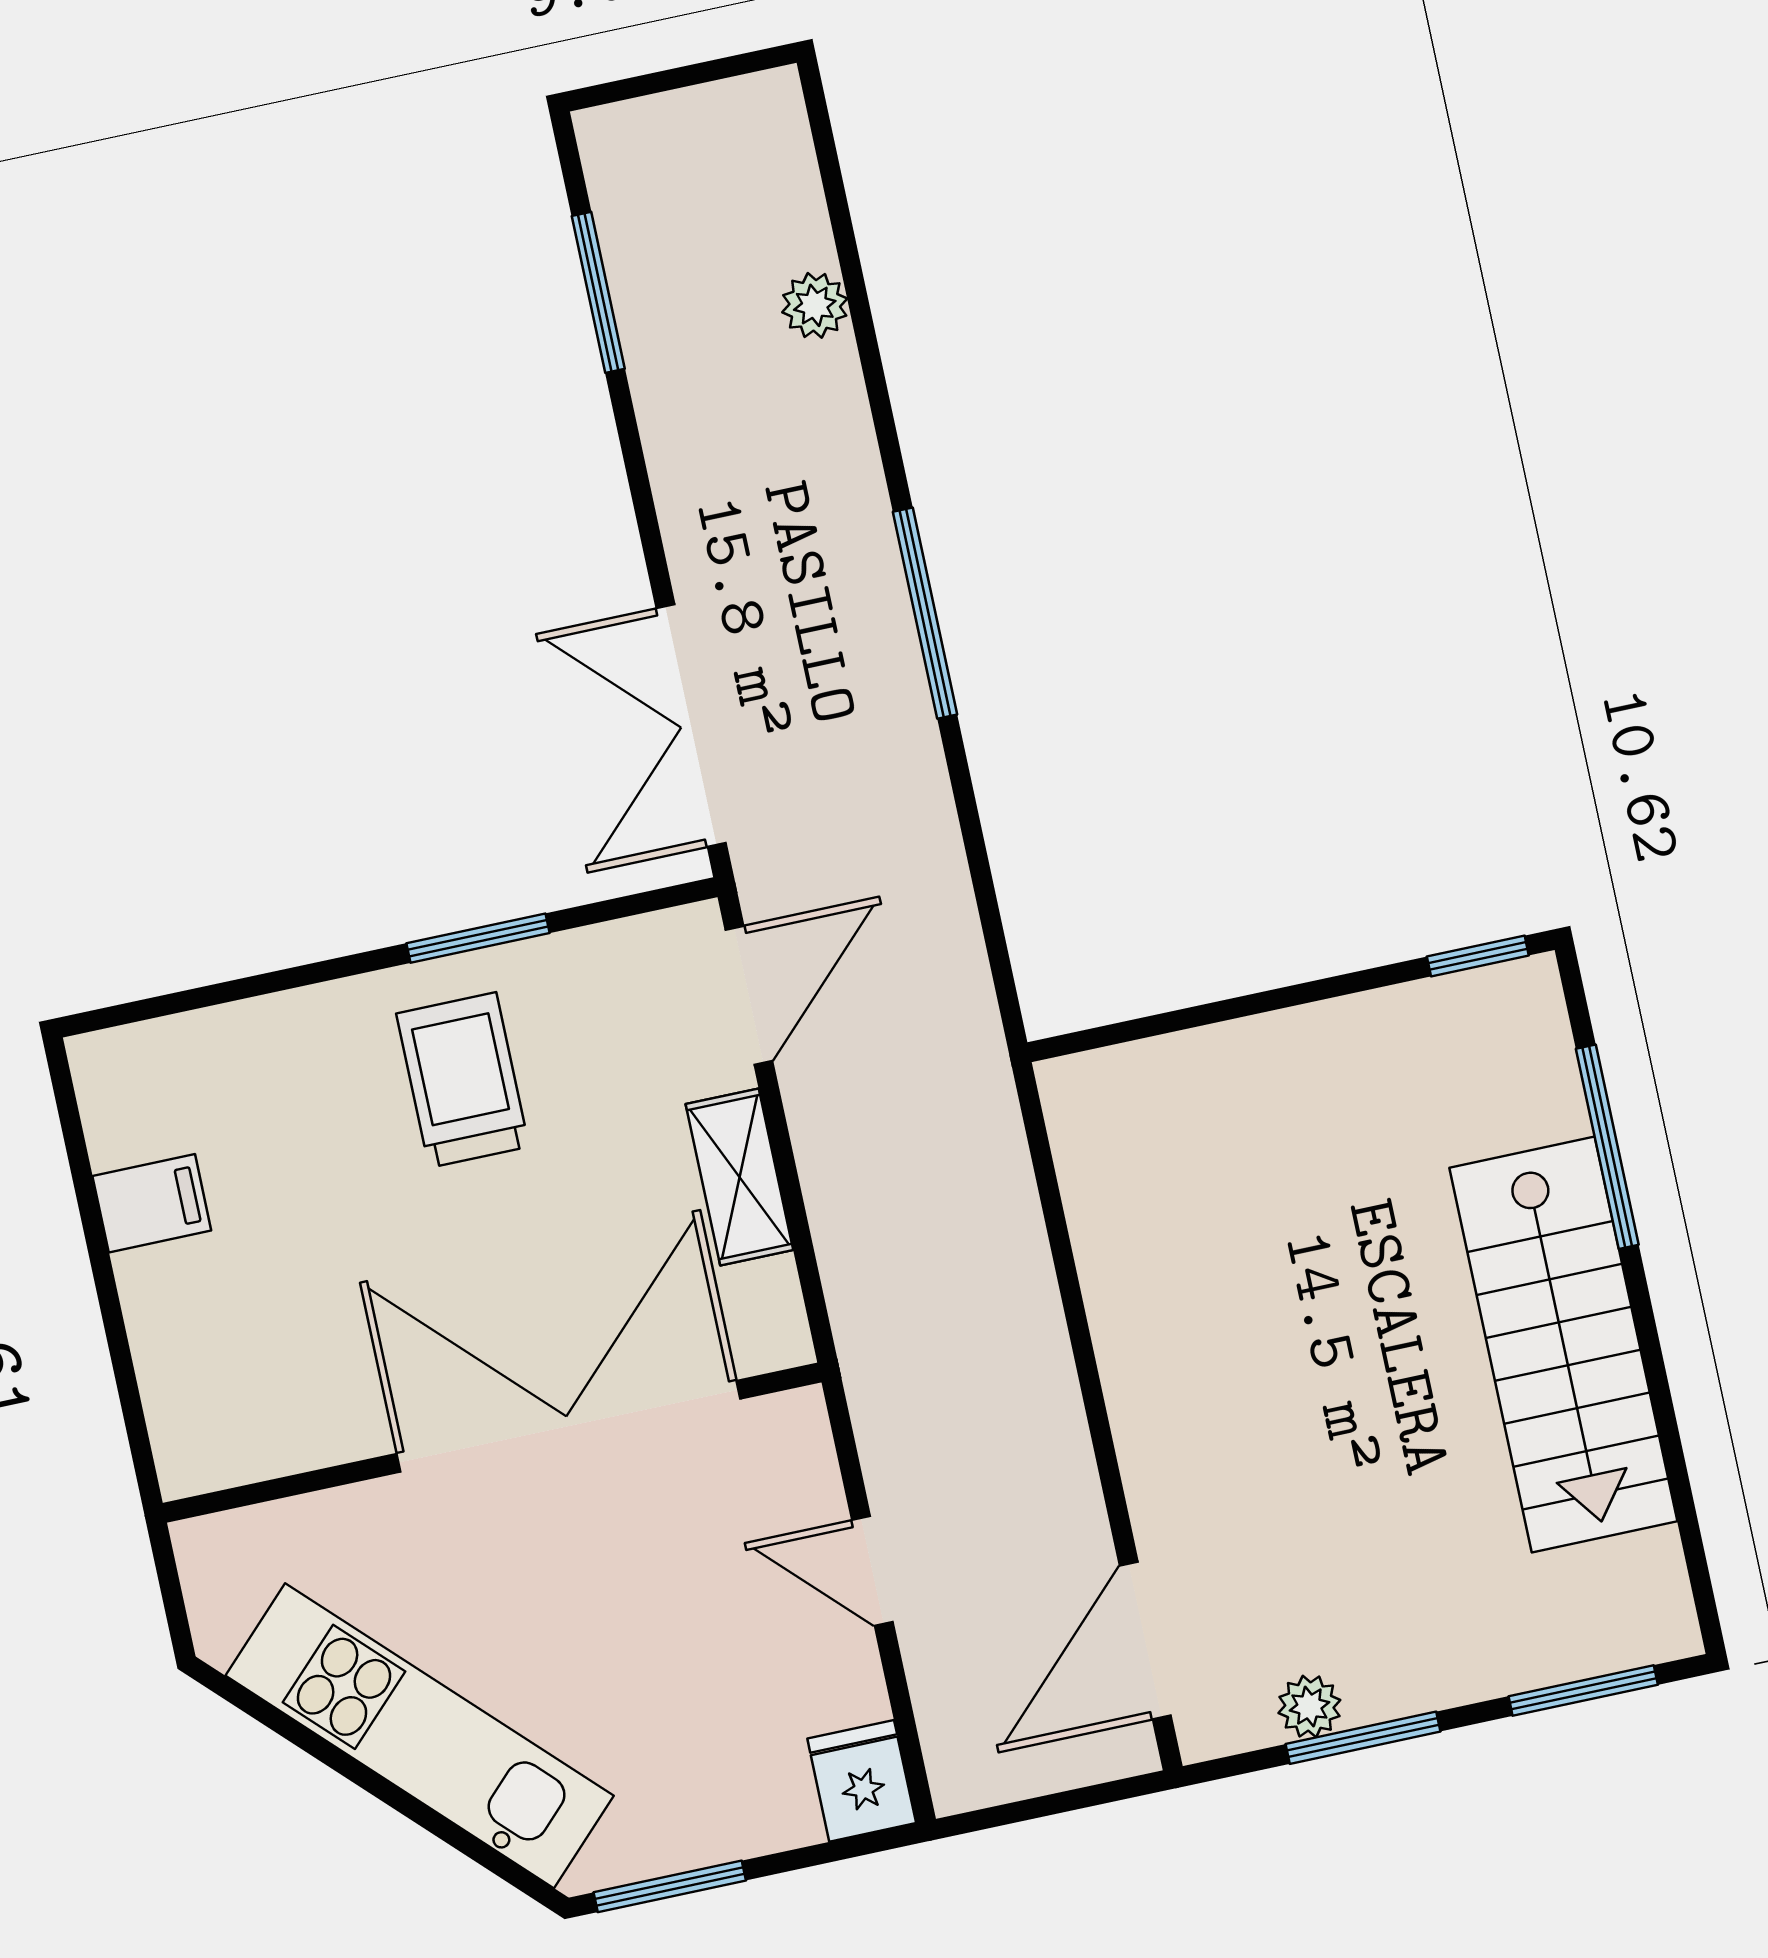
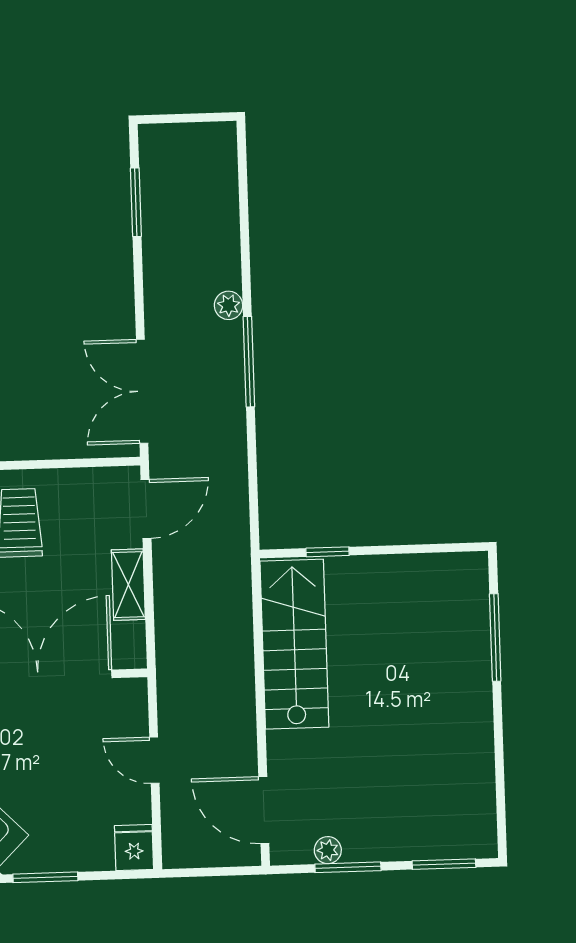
plant: (815, 305) -> (229, 305), moved
window: (478, 938) -> (37, 464), removed
window: (1478, 956) -> (328, 552), moved
stairs: (1563, 1344) -> (294, 644), moved, turned 180
door: (1145, 1641) -> (264, 810), hinge flipped

